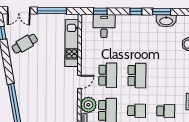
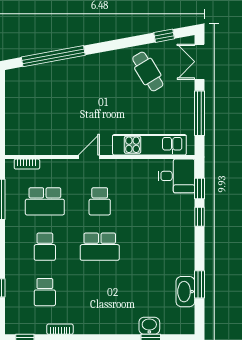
window: (136, 11) -> (200, 217), moved
desk: (104, 26) -> (176, 176), moved
school desk: (108, 75) -> (100, 201), width x0.54
door: (79, 82) -> (89, 157), swing flipped
plant: (88, 105) -> (53, 171), removed

